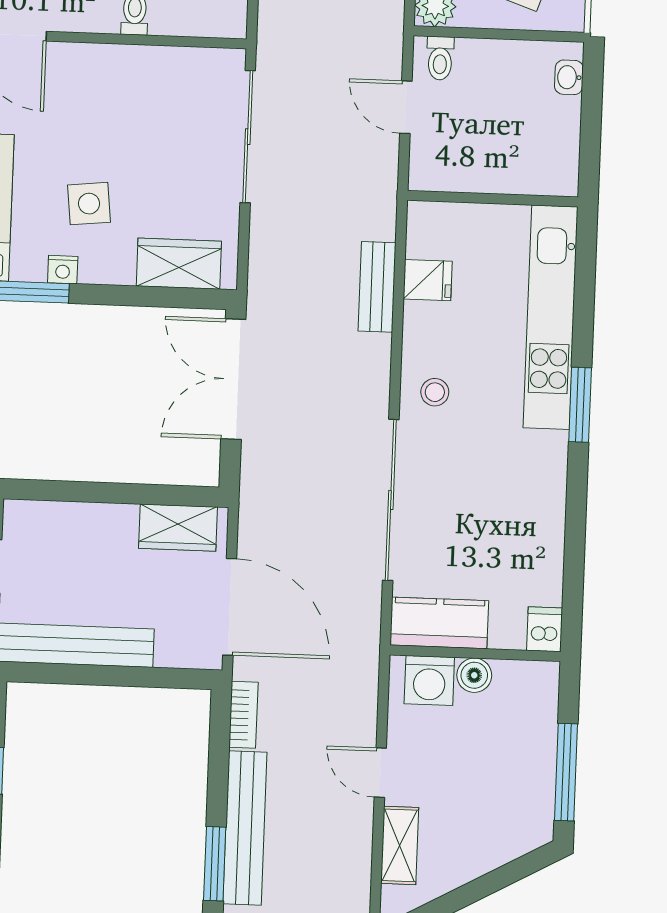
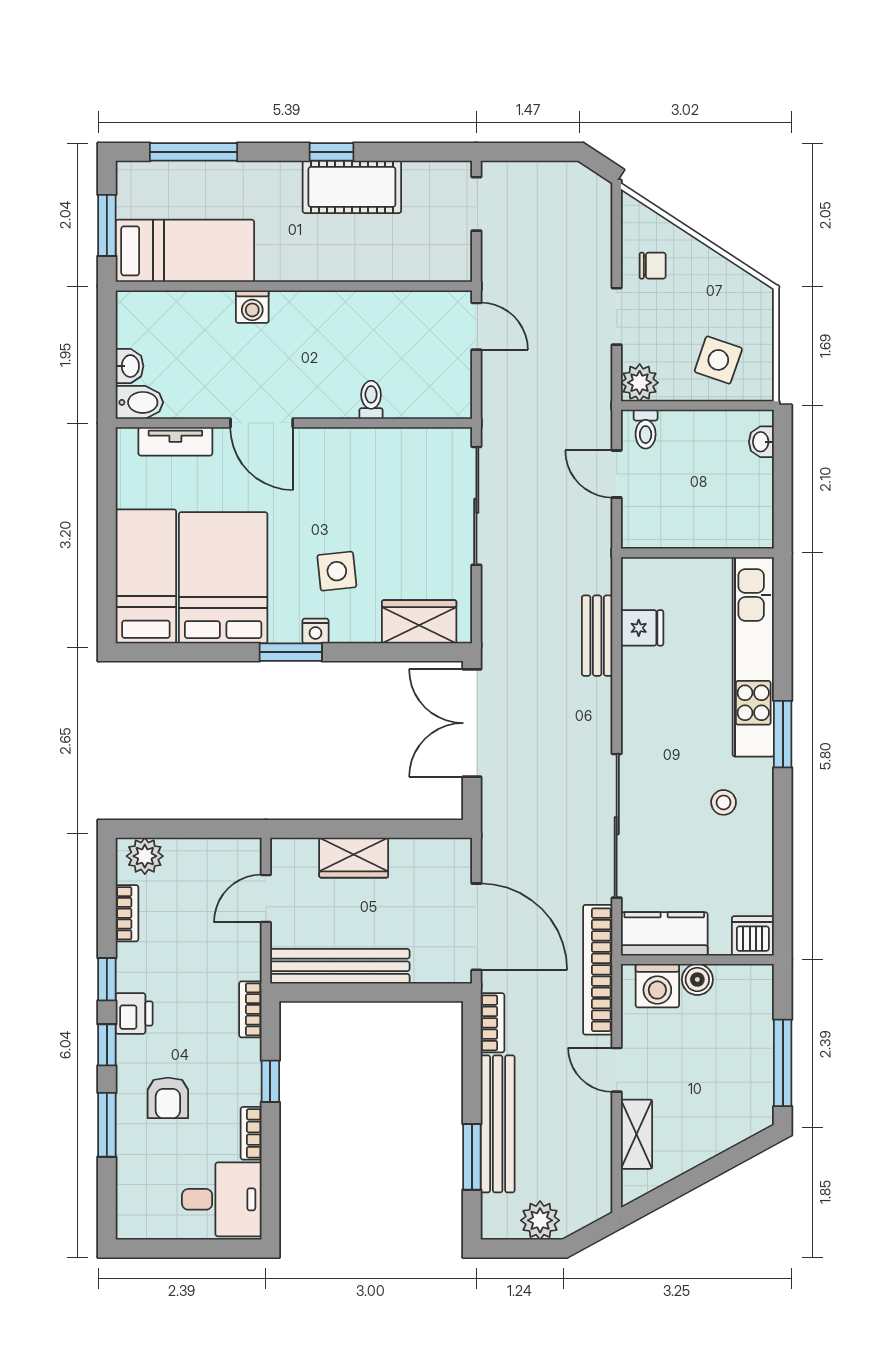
stool: (435, 392) -> (724, 802), moved
wardrobe: (178, 528) -> (354, 858), moved
dishwasher: (545, 629) -> (753, 936), width x1.38
bookcase: (363, 660) -> (598, 970), added

